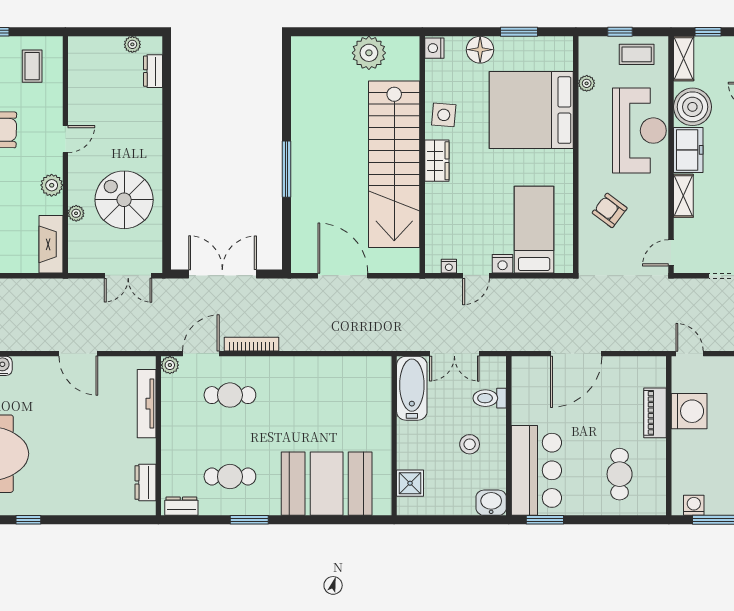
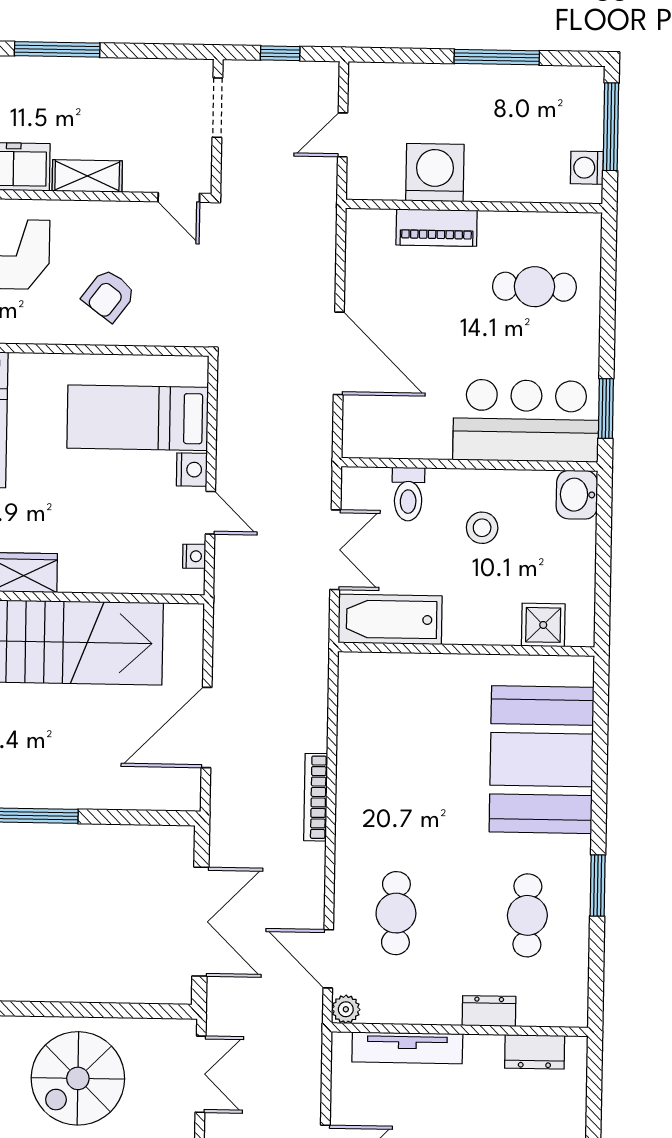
double door: (222, 274) -> (200, 922), swing flipped
bookcase: (252, 344) -> (316, 797), moved
door: (690, 354) -> (343, 135), moved
dresser: (181, 506) -> (489, 1011), moved, turned 90

